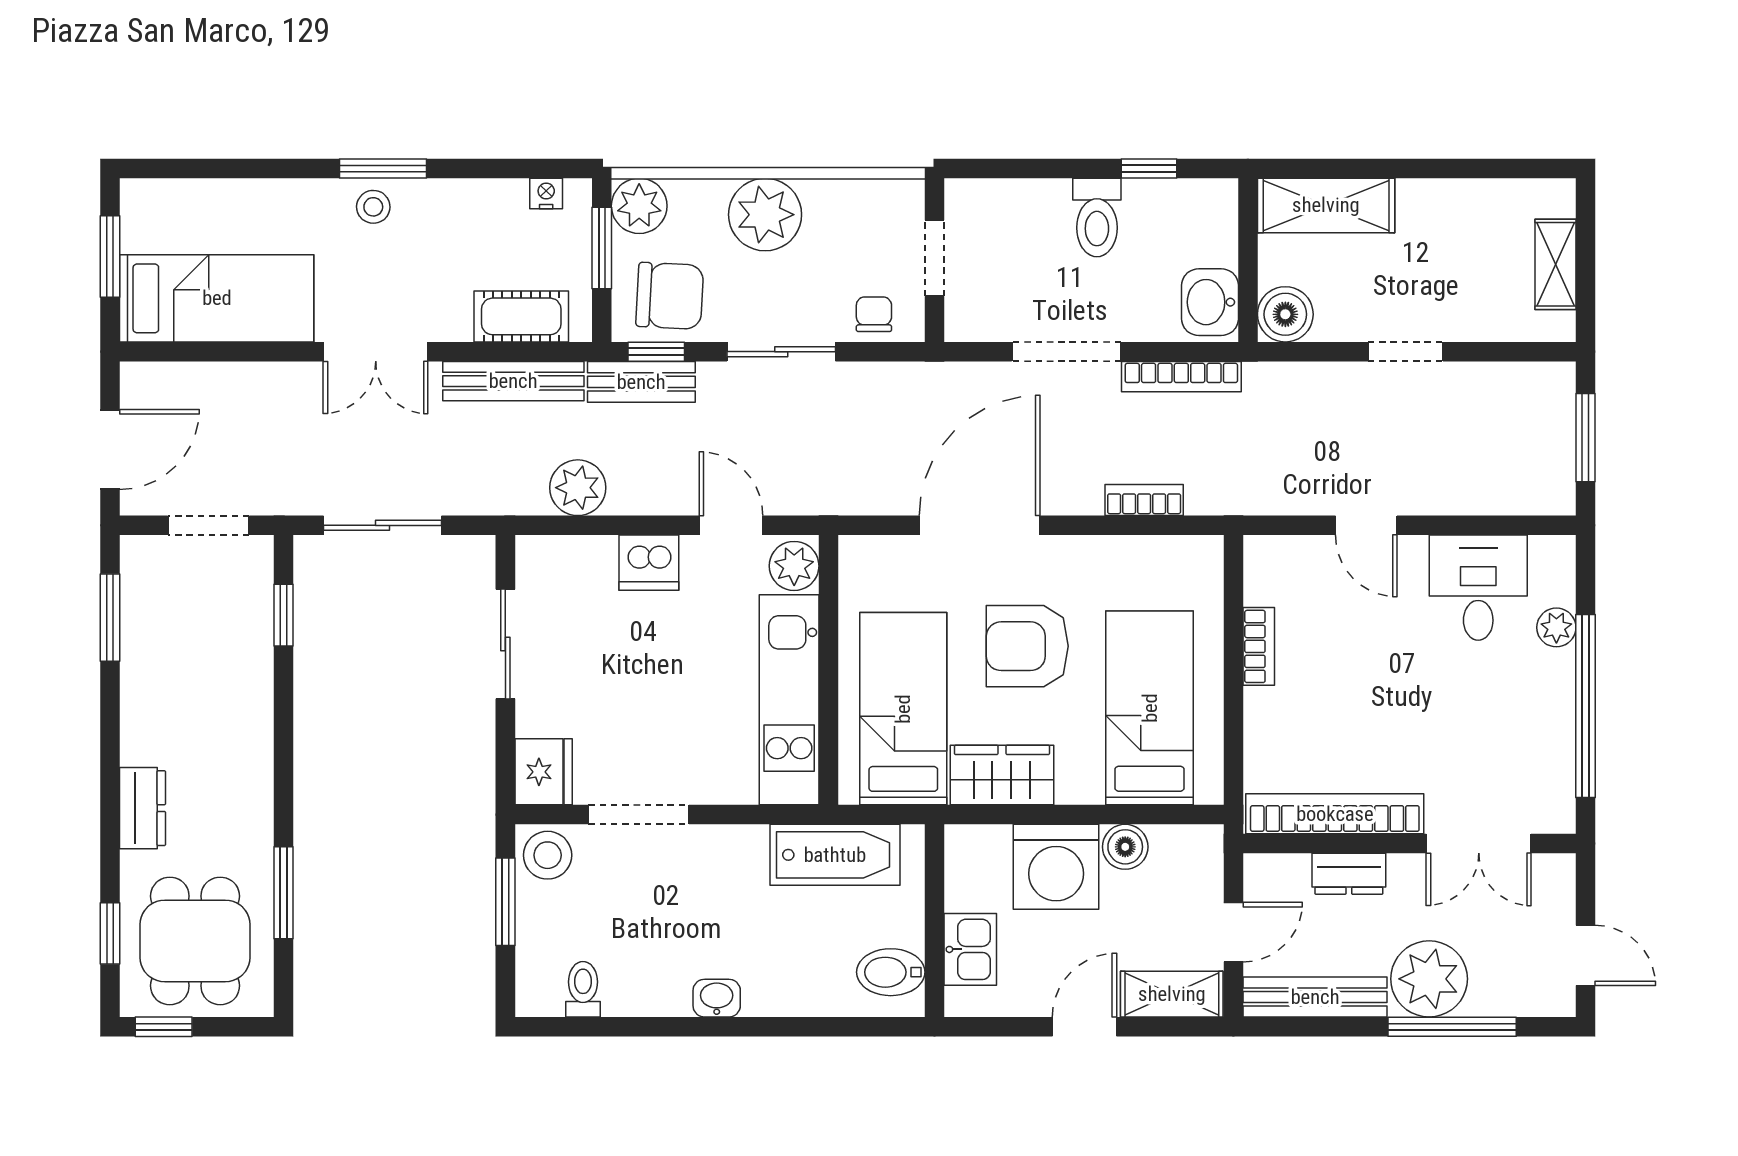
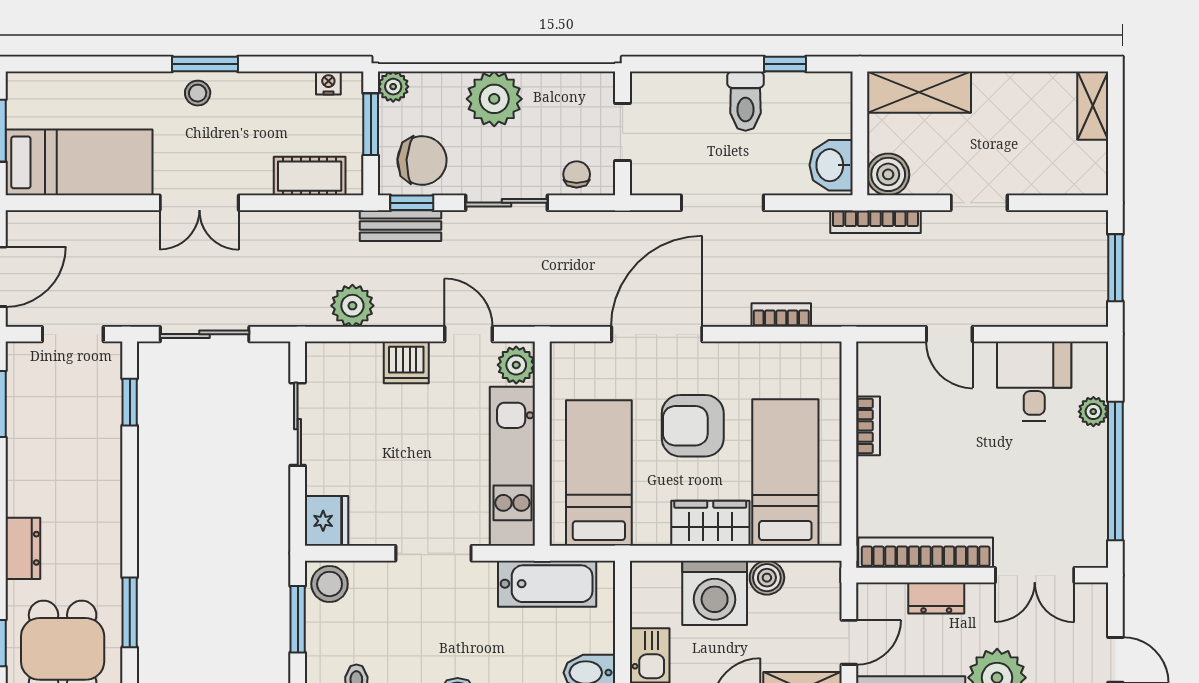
plant: (639, 206) -> (393, 87), width x0.73, depth x0.73
shelving: (1555, 264) -> (1093, 106), moved
bookcase: (1181, 377) -> (875, 222), moved
bench: (513, 381) -> (304, 225), removed
wardrobe: (1002, 775) -> (710, 523), moved
doorway: (639, 815) -> (433, 553), moved

